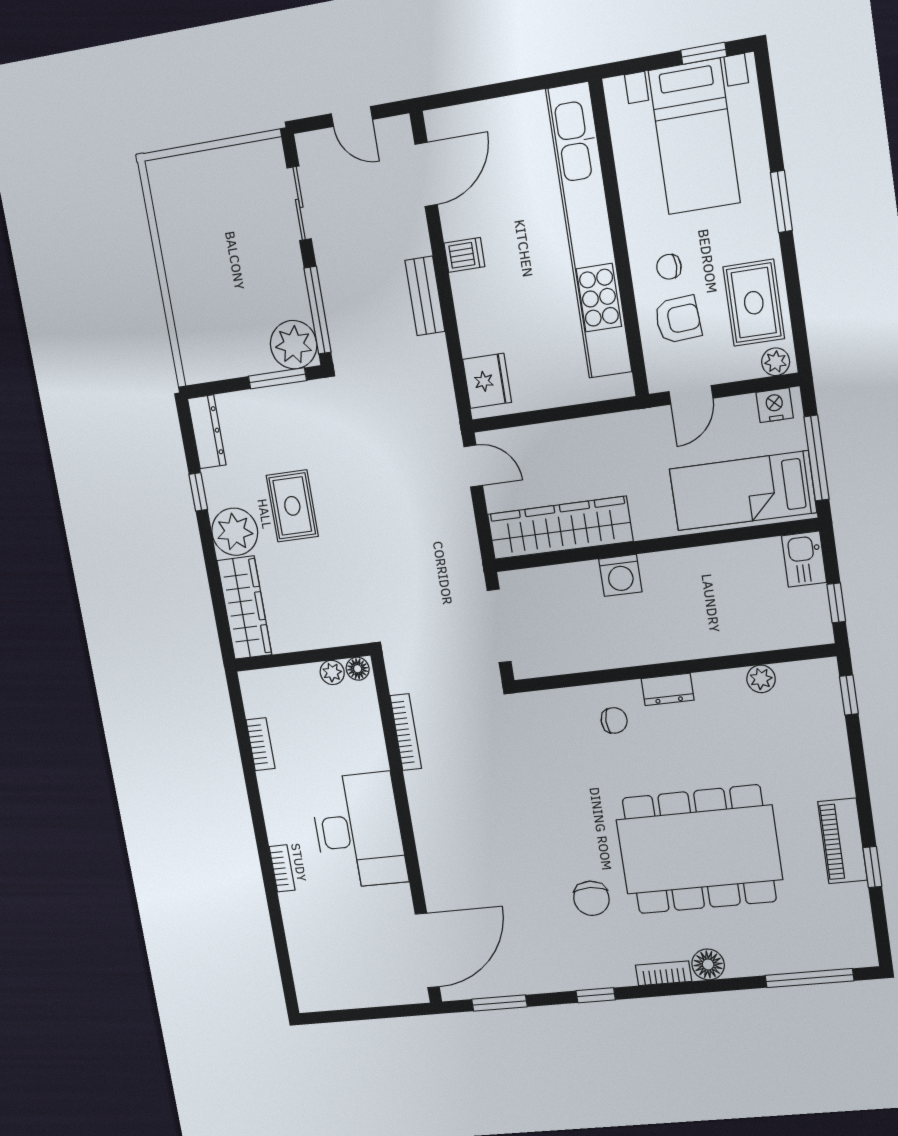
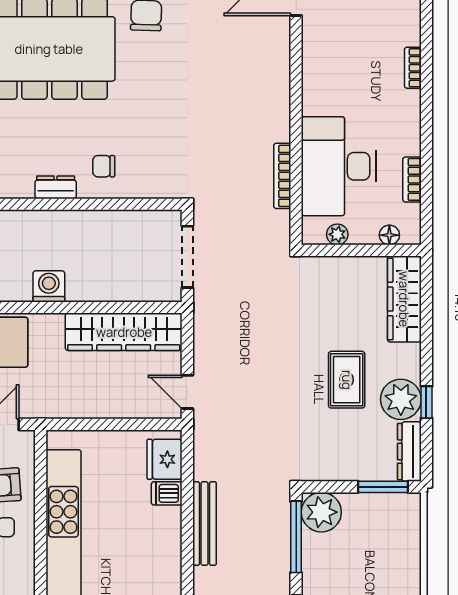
dishwasher: (464, 255) -> (167, 493), moved
bench: (425, 296) -> (205, 524), width x1.36
window: (277, 378) -> (383, 487), moved
plant: (235, 532) -> (401, 399), moved
washing machine: (620, 575) -> (49, 286), moved
floor lamp: (358, 669) -> (389, 235), moved
desk: (358, 831) -> (339, 166), moved

